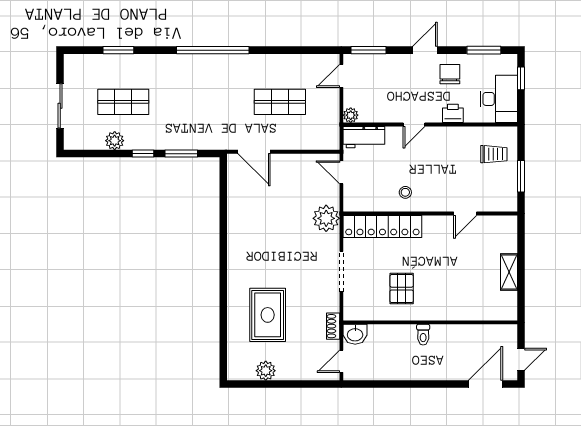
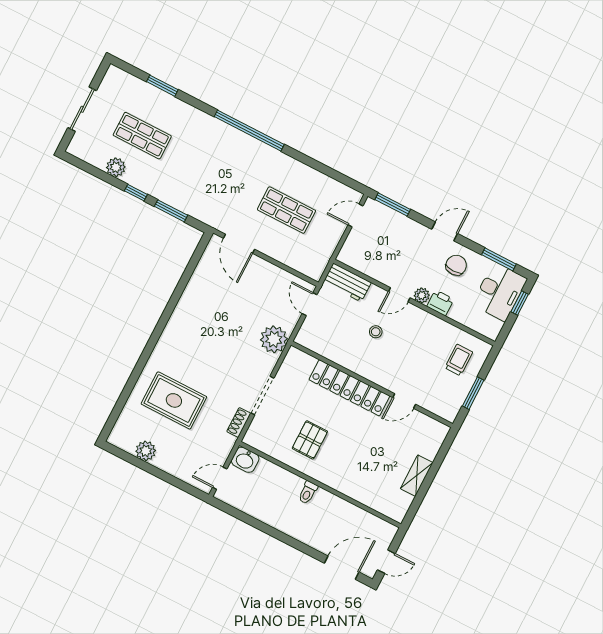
desk: (499, 99) -> (500, 292), moved
plant: (351, 115) -> (422, 295), moved
trolley: (494, 154) -> (459, 360), turned -90
stool: (405, 192) -> (376, 332), moved
locker: (382, 226) -> (349, 388), moved
rug: (268, 315) -> (174, 400), turned 90
shoe rack: (333, 326) -> (239, 423), moved

